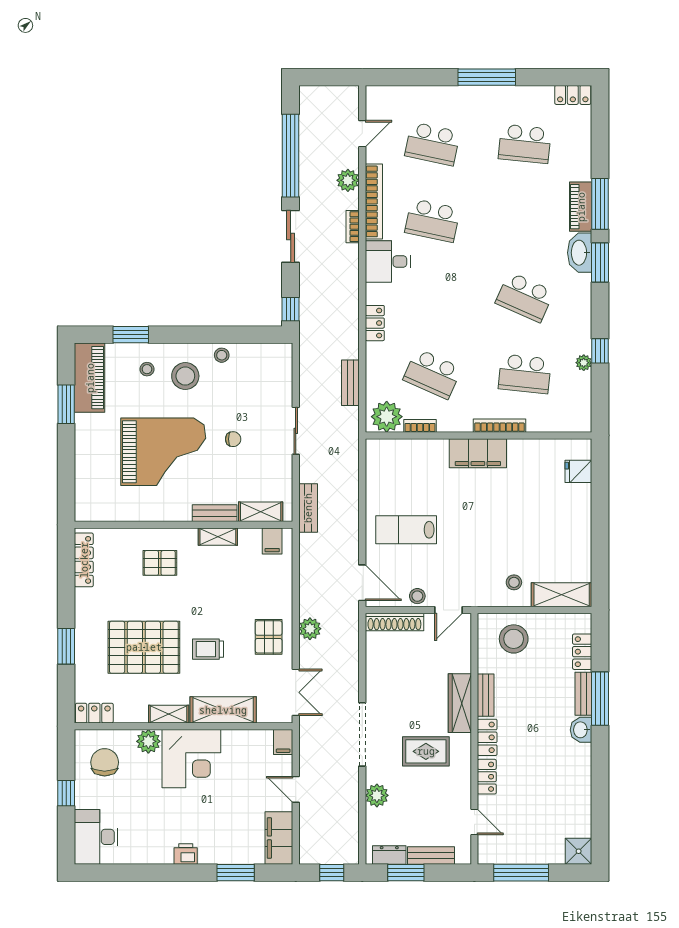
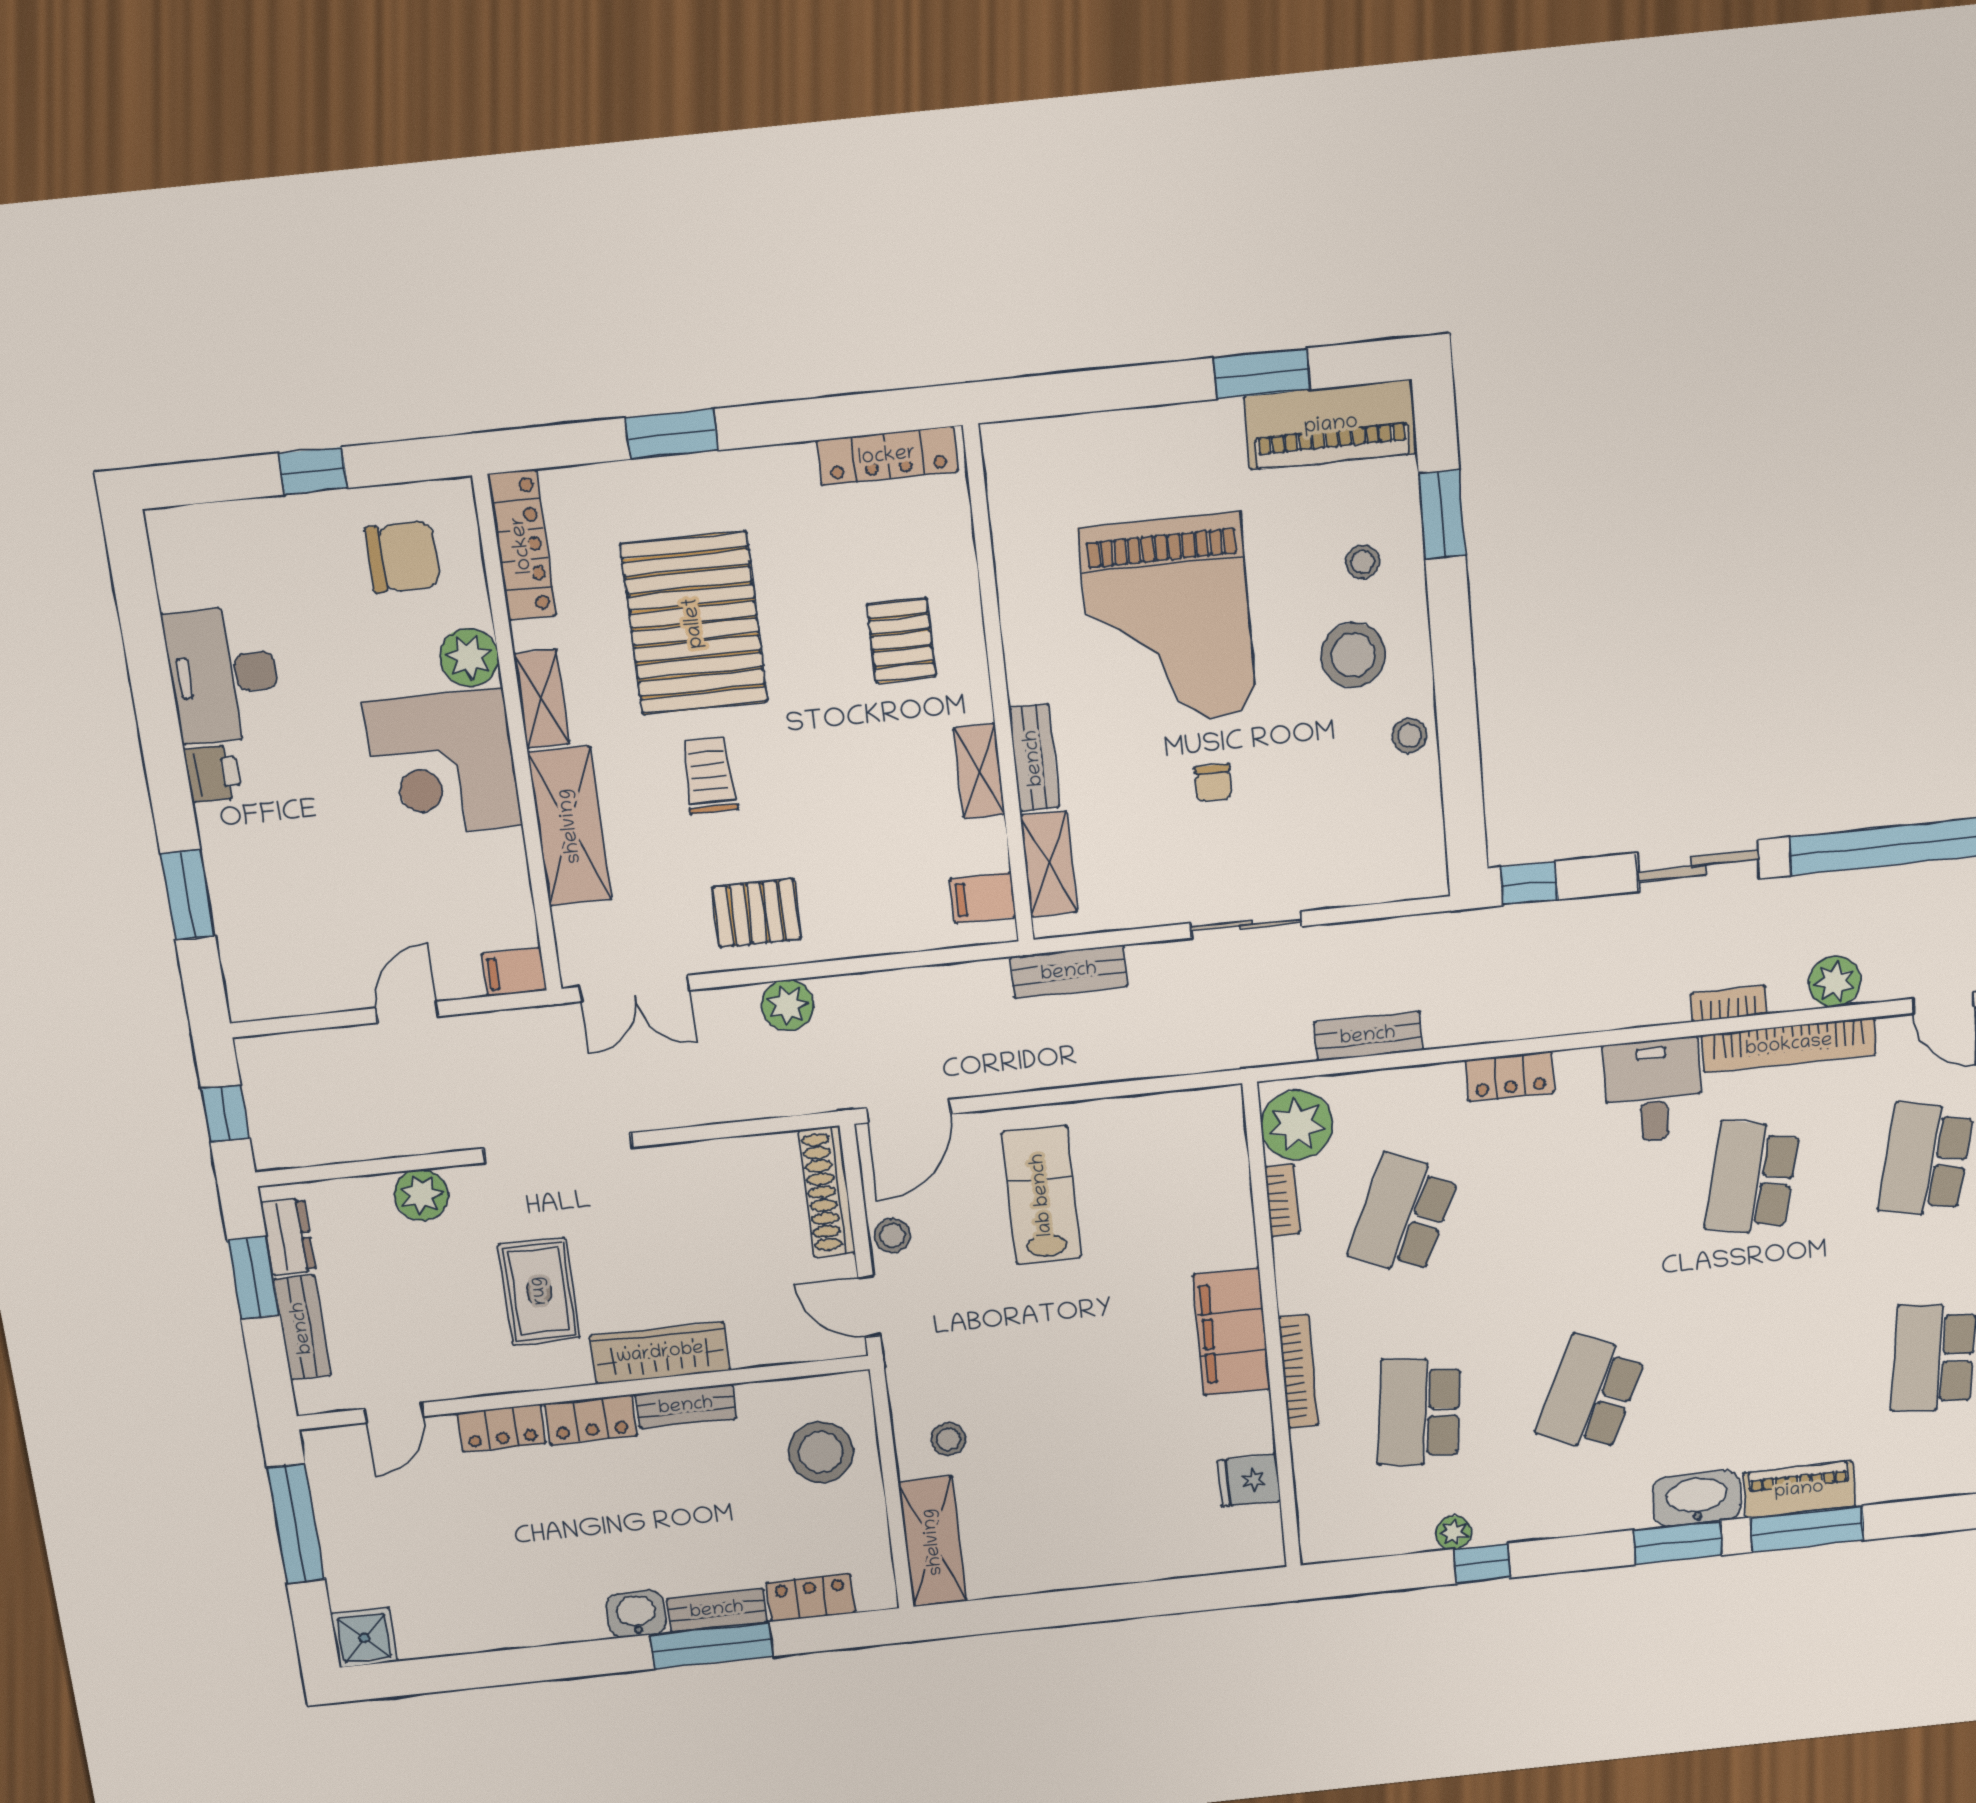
fridge: (578, 471) -> (1249, 1481), moved, turned -90
locker: (94, 713) -> (522, 545), width x1.53
desk: (96, 837) -> (223, 675), moved, turned -90
filing cabinet: (279, 838) -> (287, 986), removed

